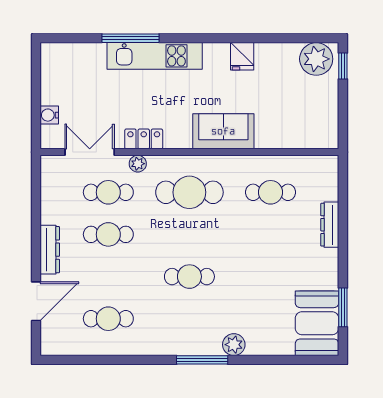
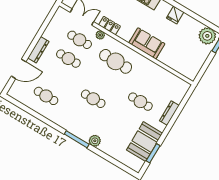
cafe table: (271, 192) -> (140, 102), moved
booth: (317, 323) -> (145, 142), moved

